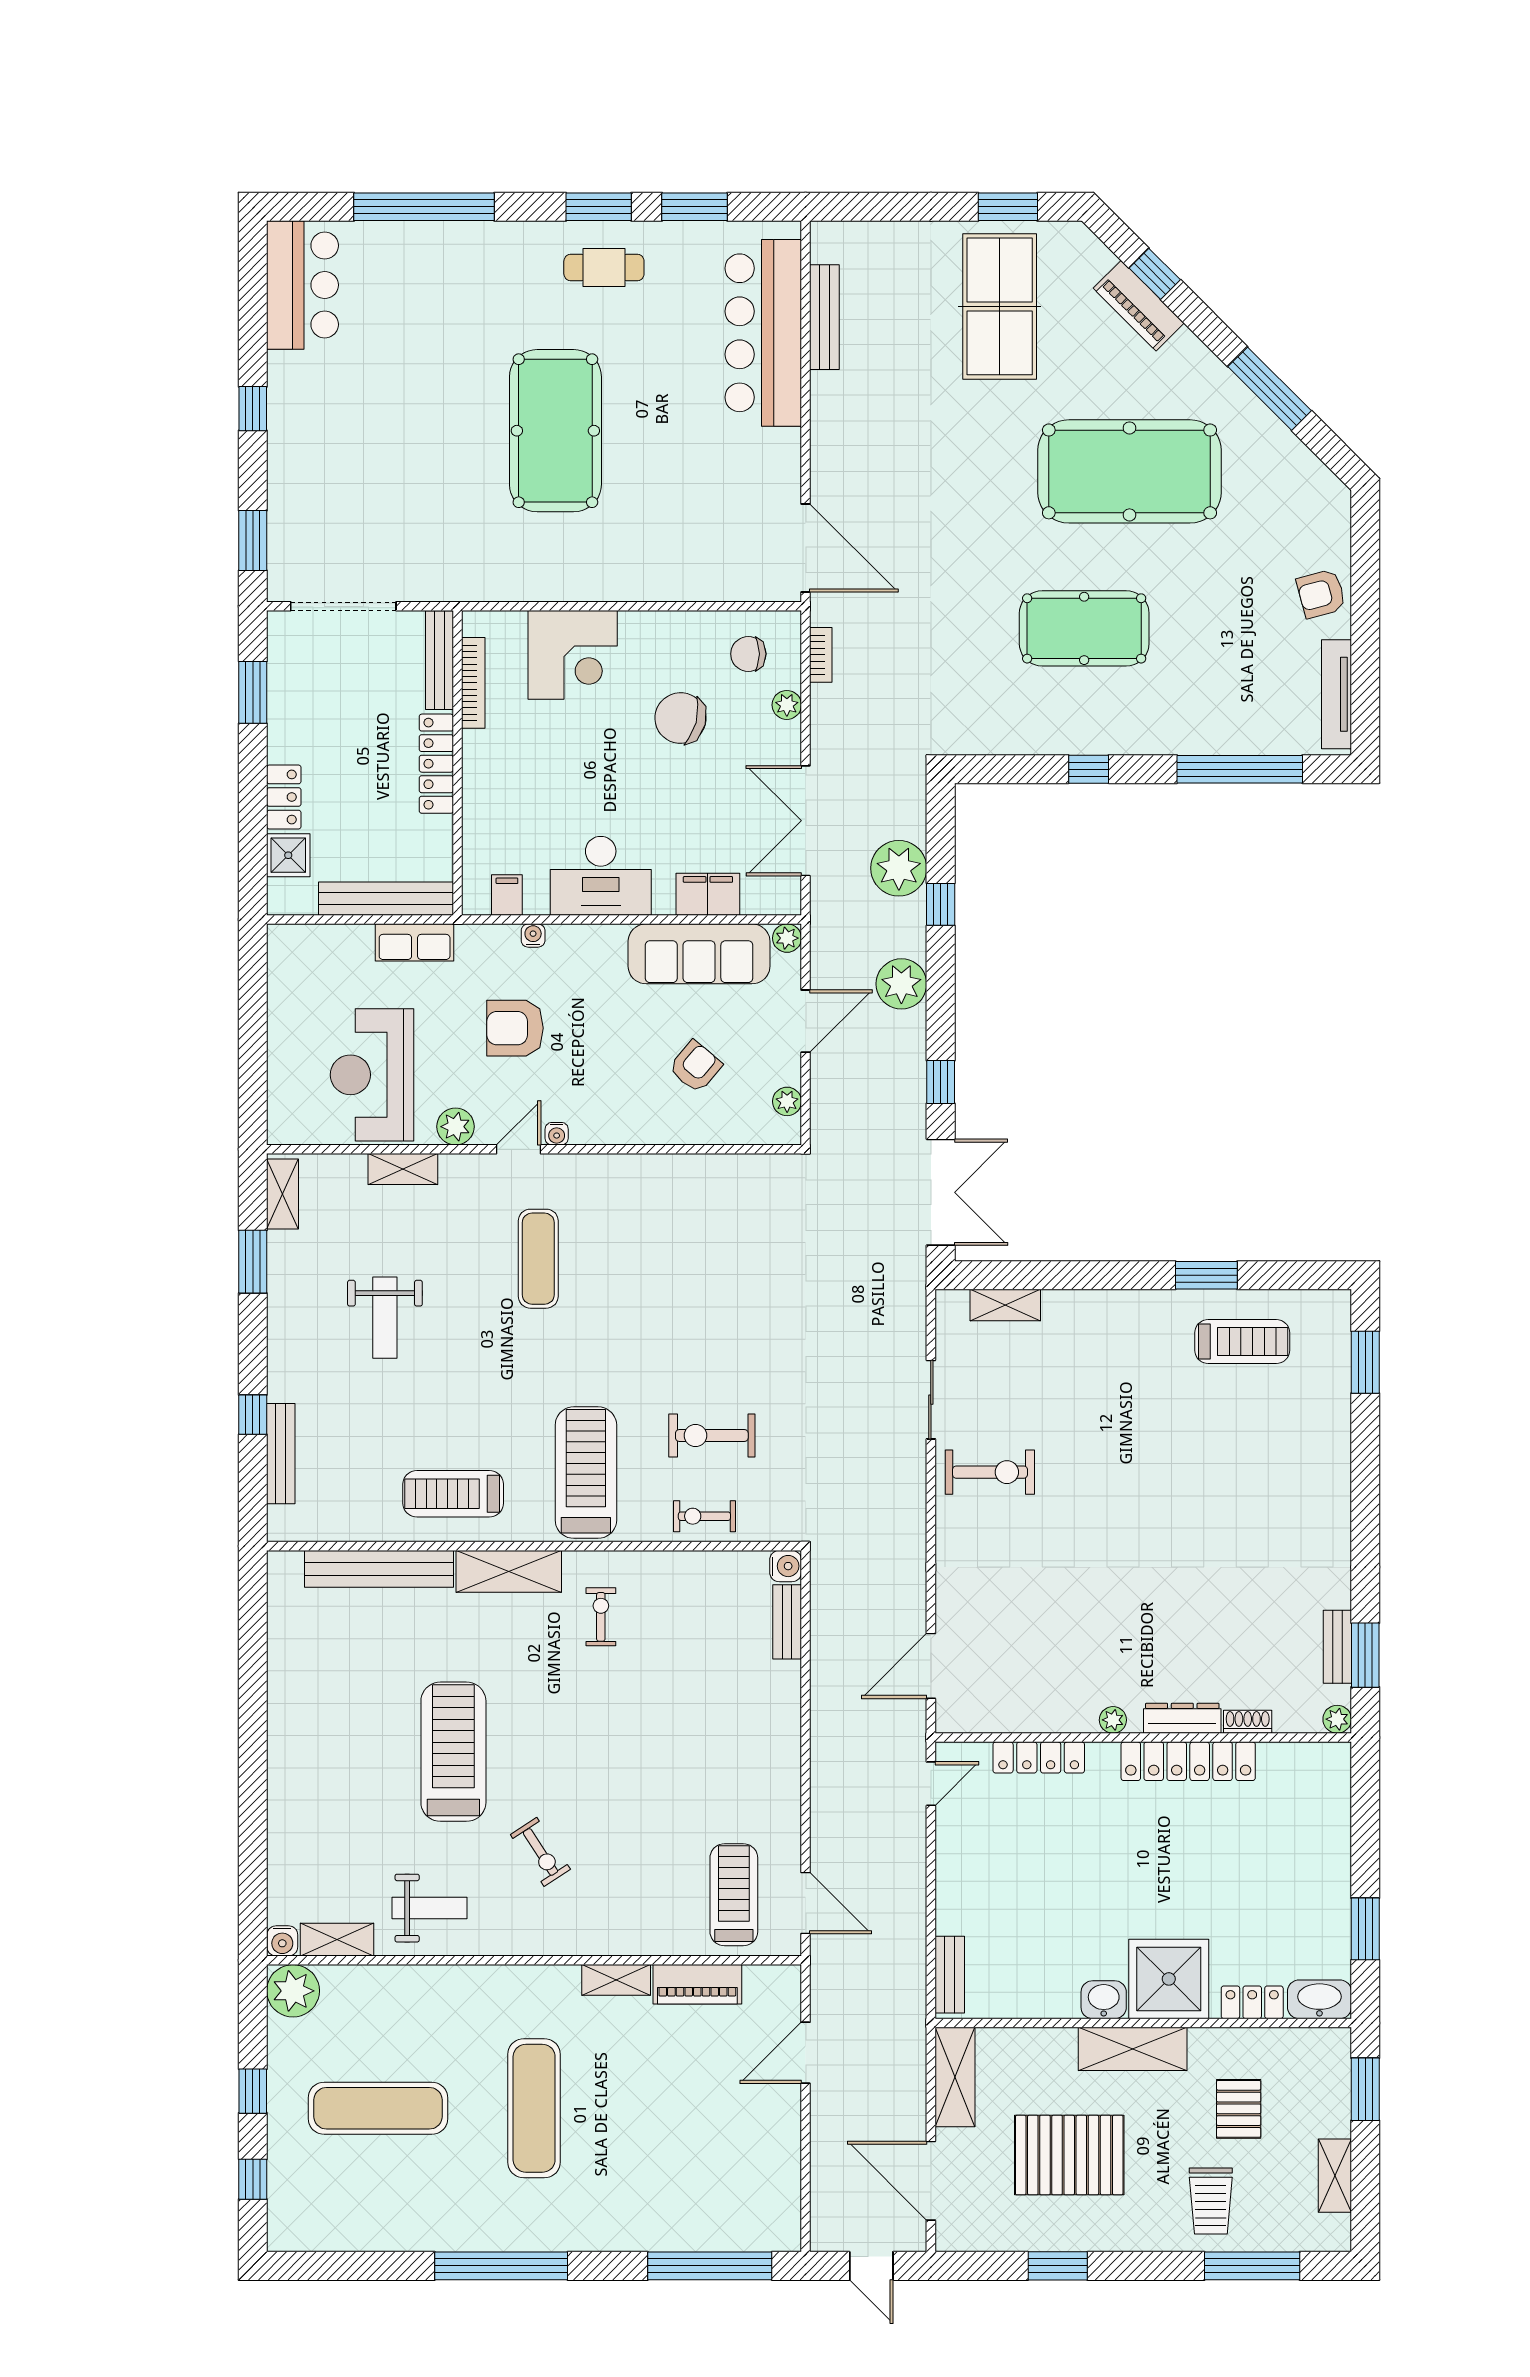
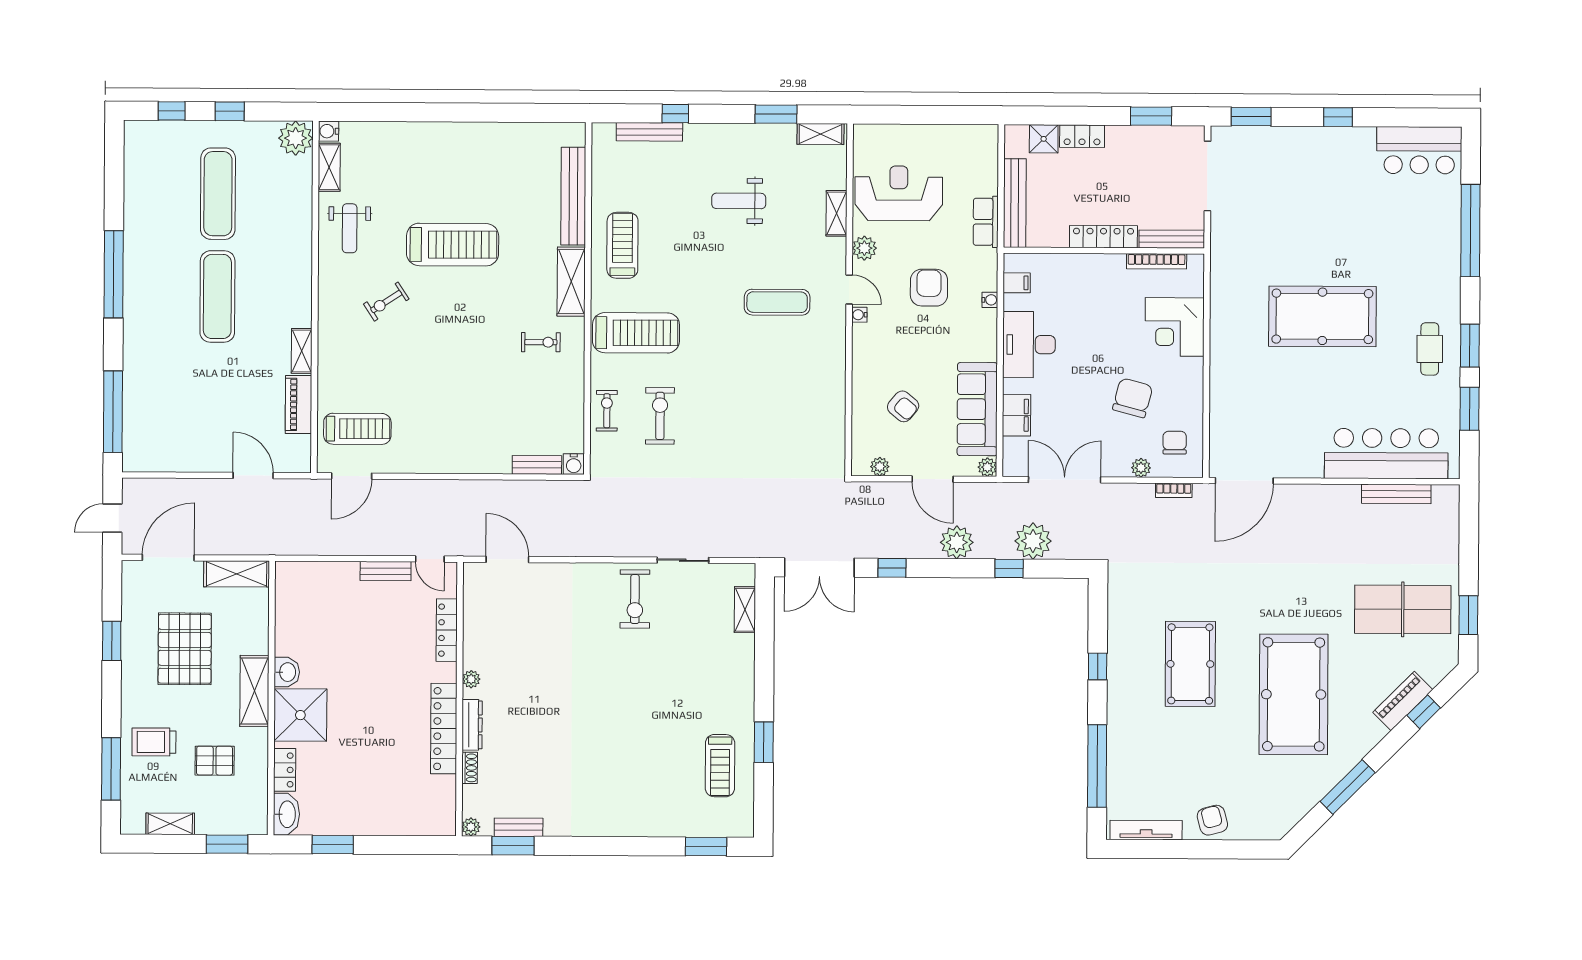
bench: (950, 1975) -> (386, 571), moved
exercise mat: (534, 2108) -> (217, 296), turned 90

